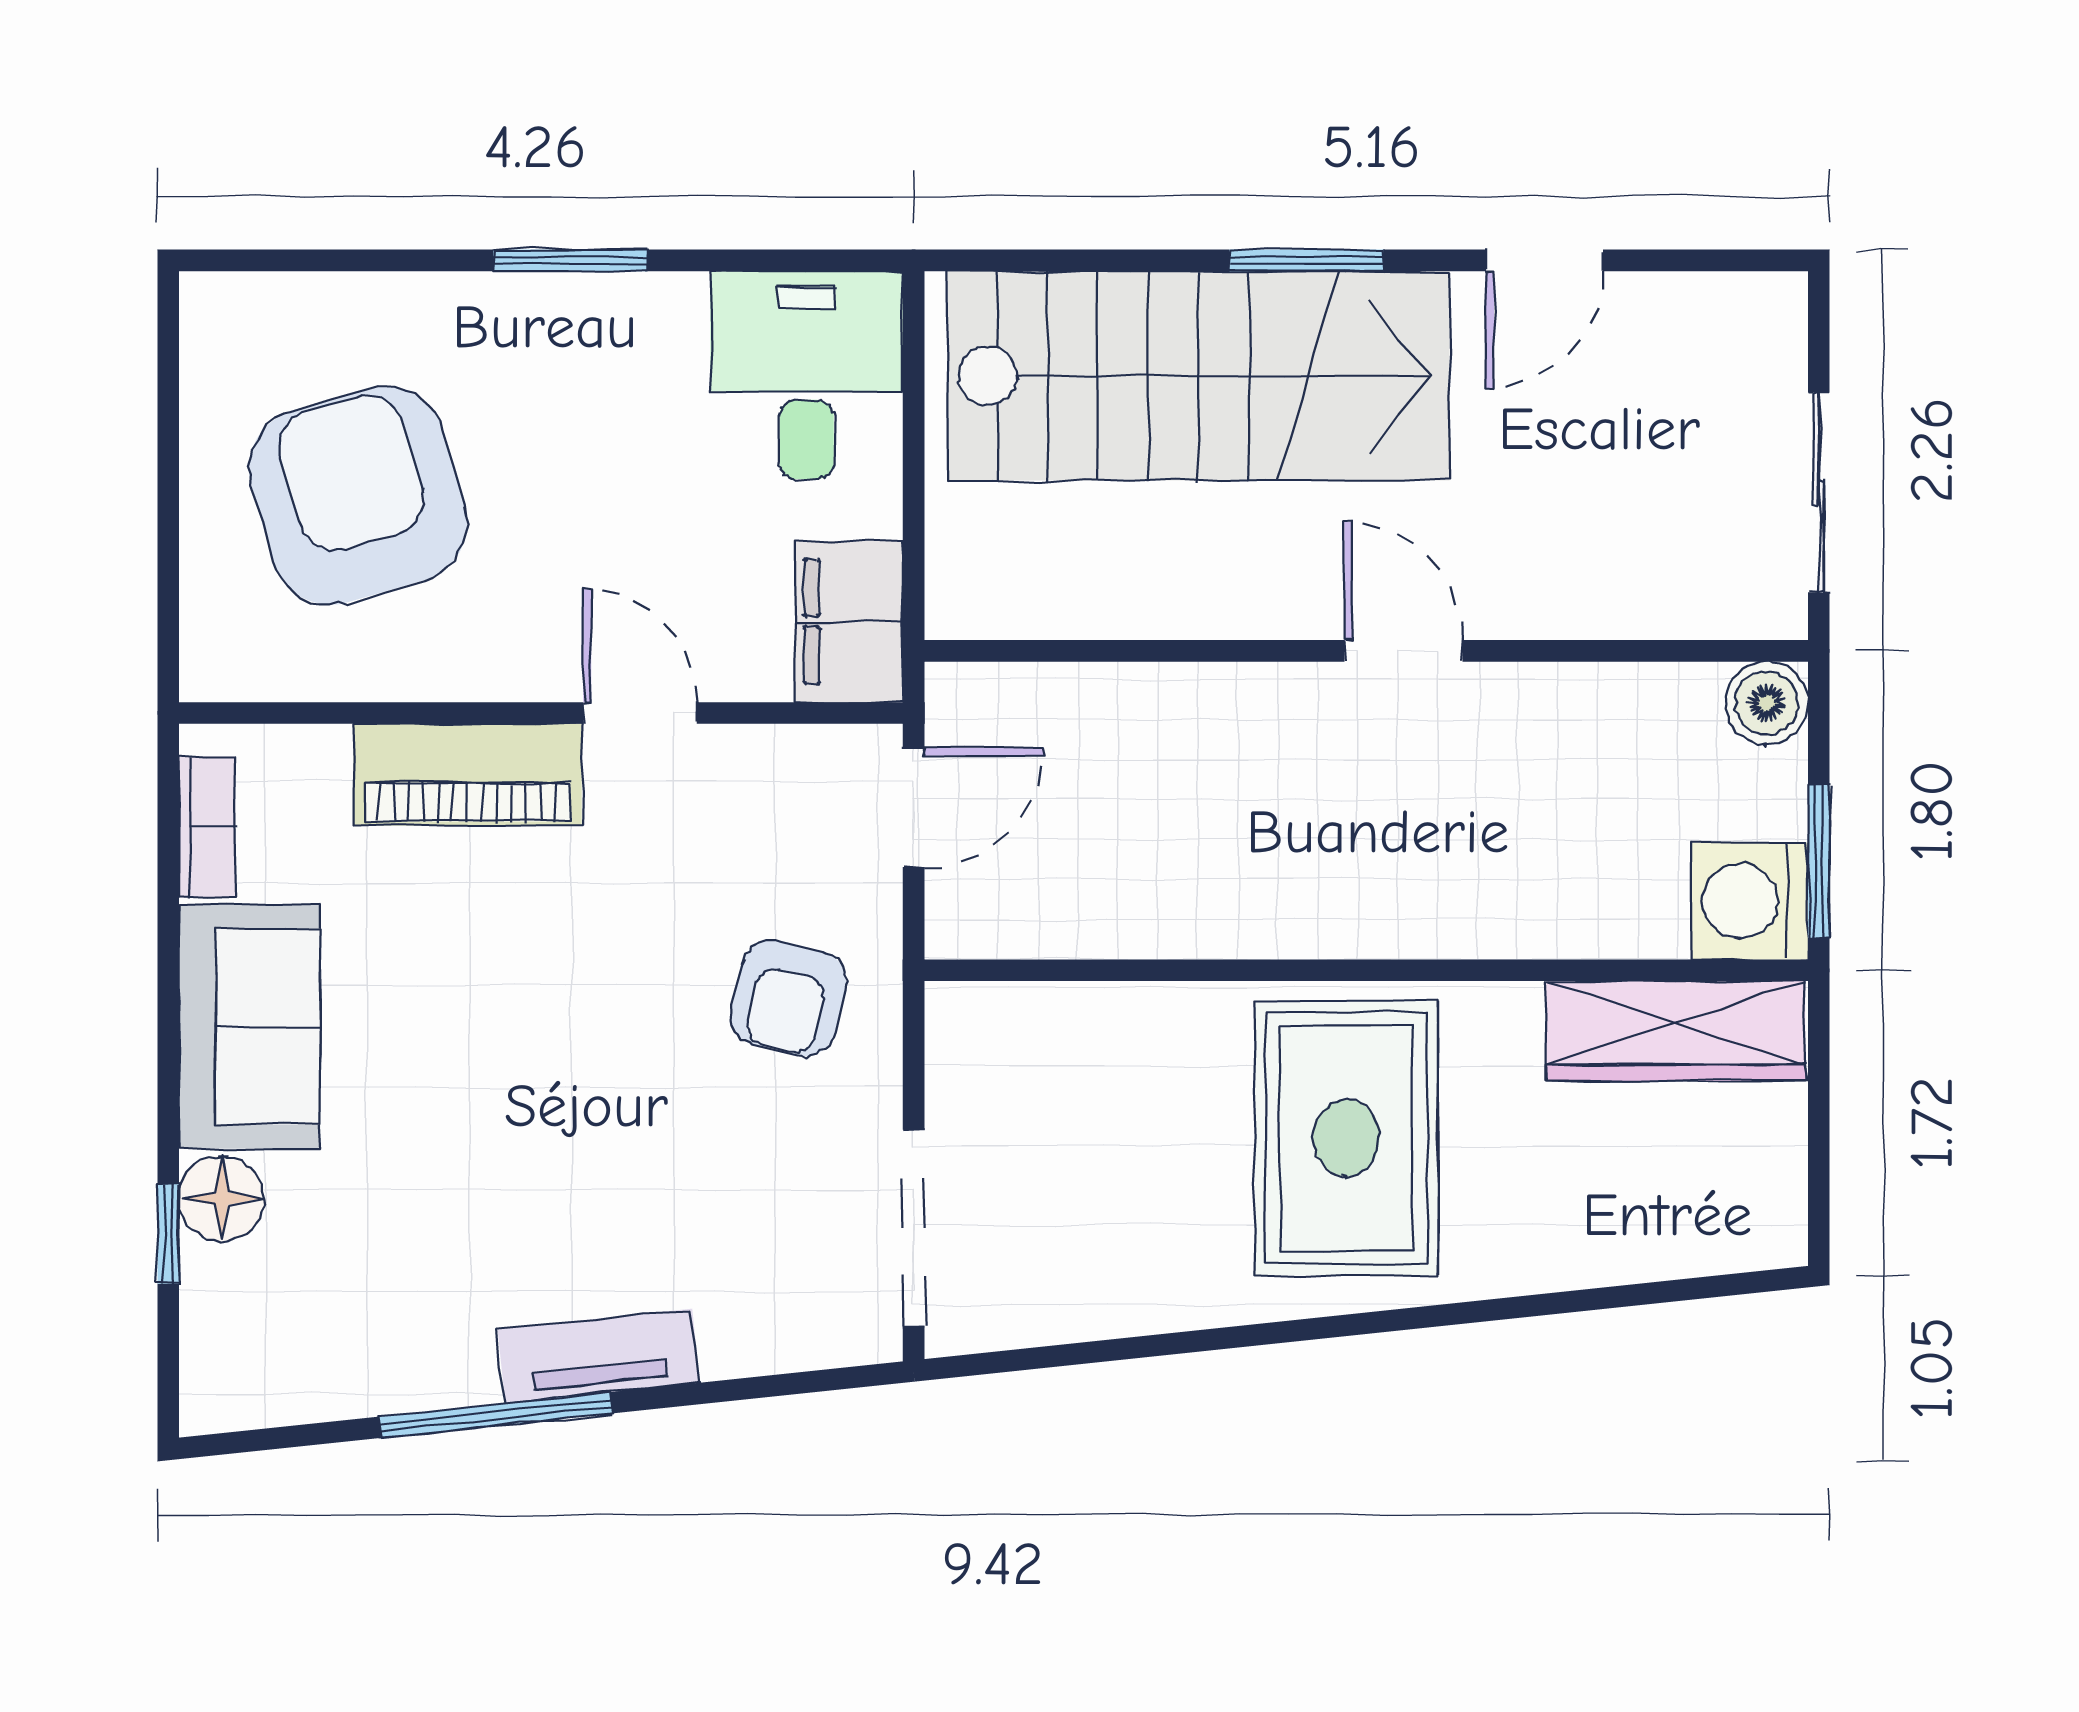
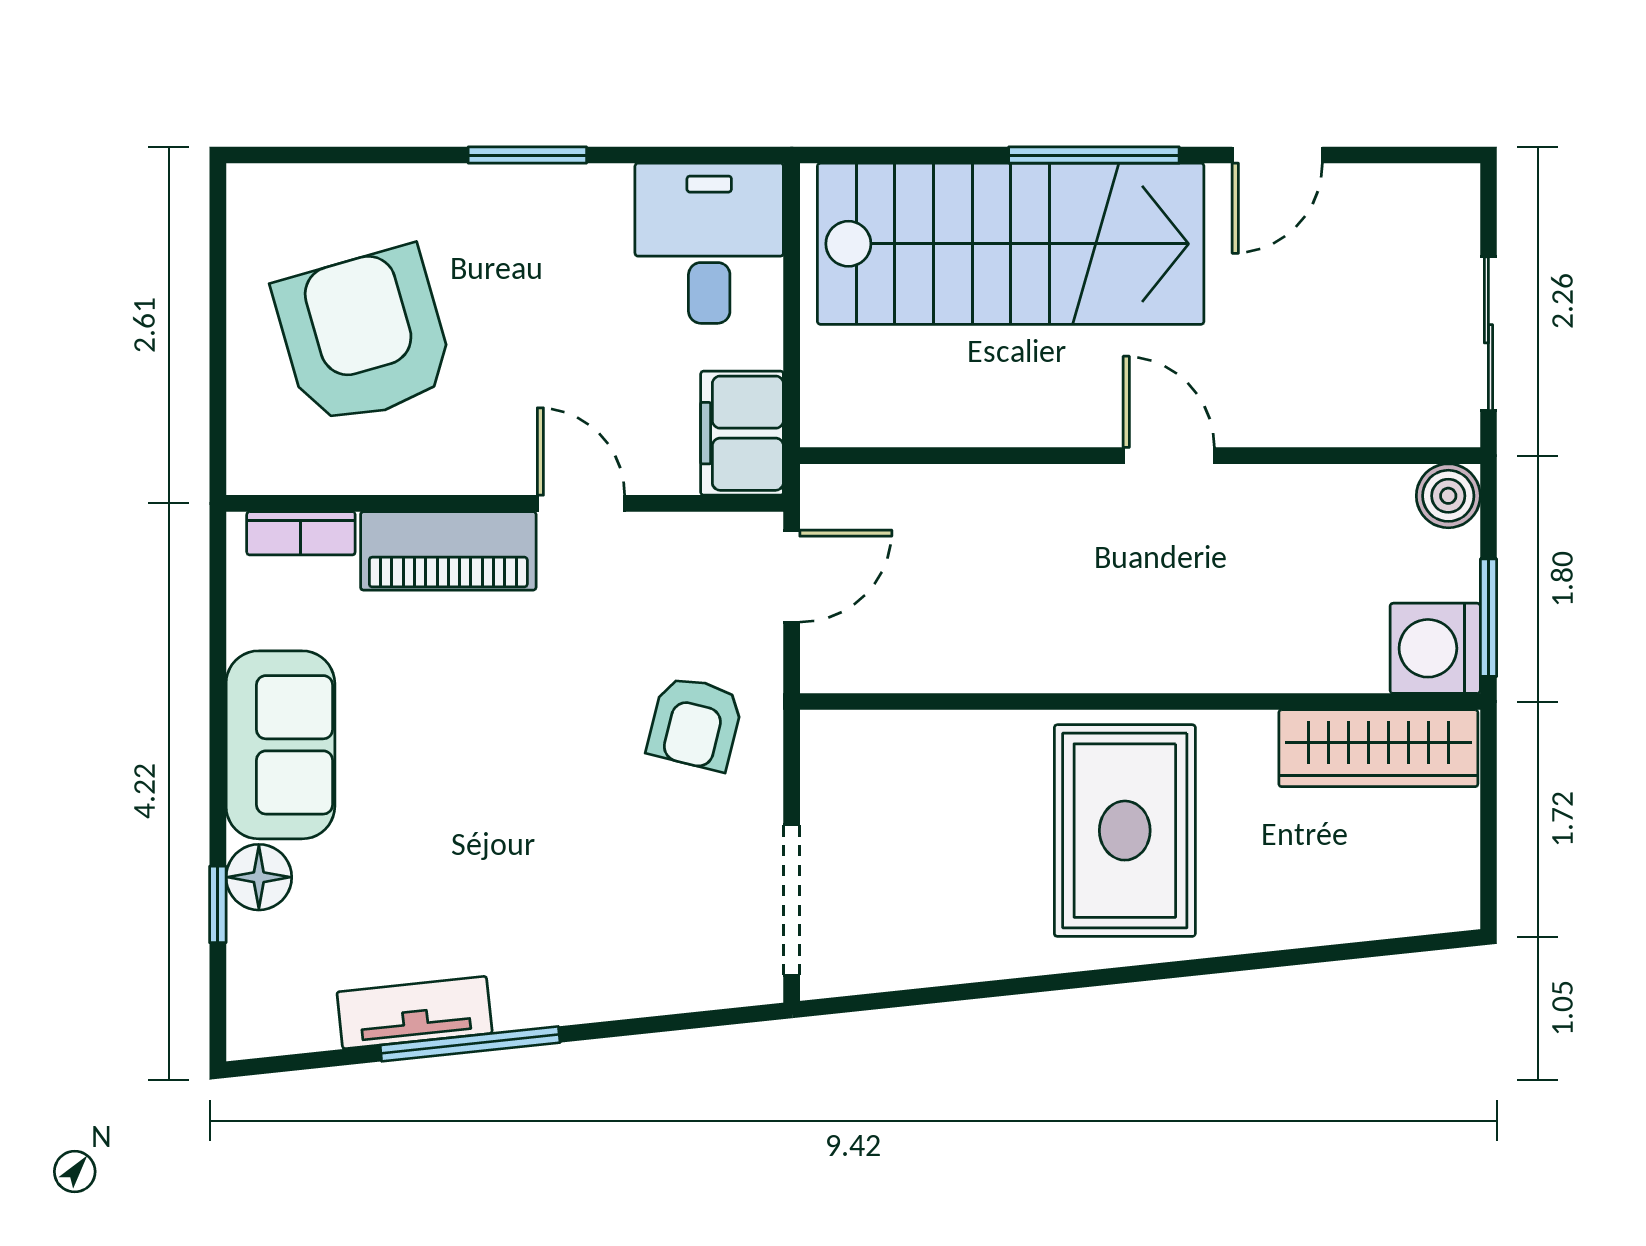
window: (1306, 260) -> (1094, 155), width x1.44
bookcase: (207, 827) -> (301, 533), moved, turned 90
tv unit: (599, 1356) -> (415, 1013), moved

